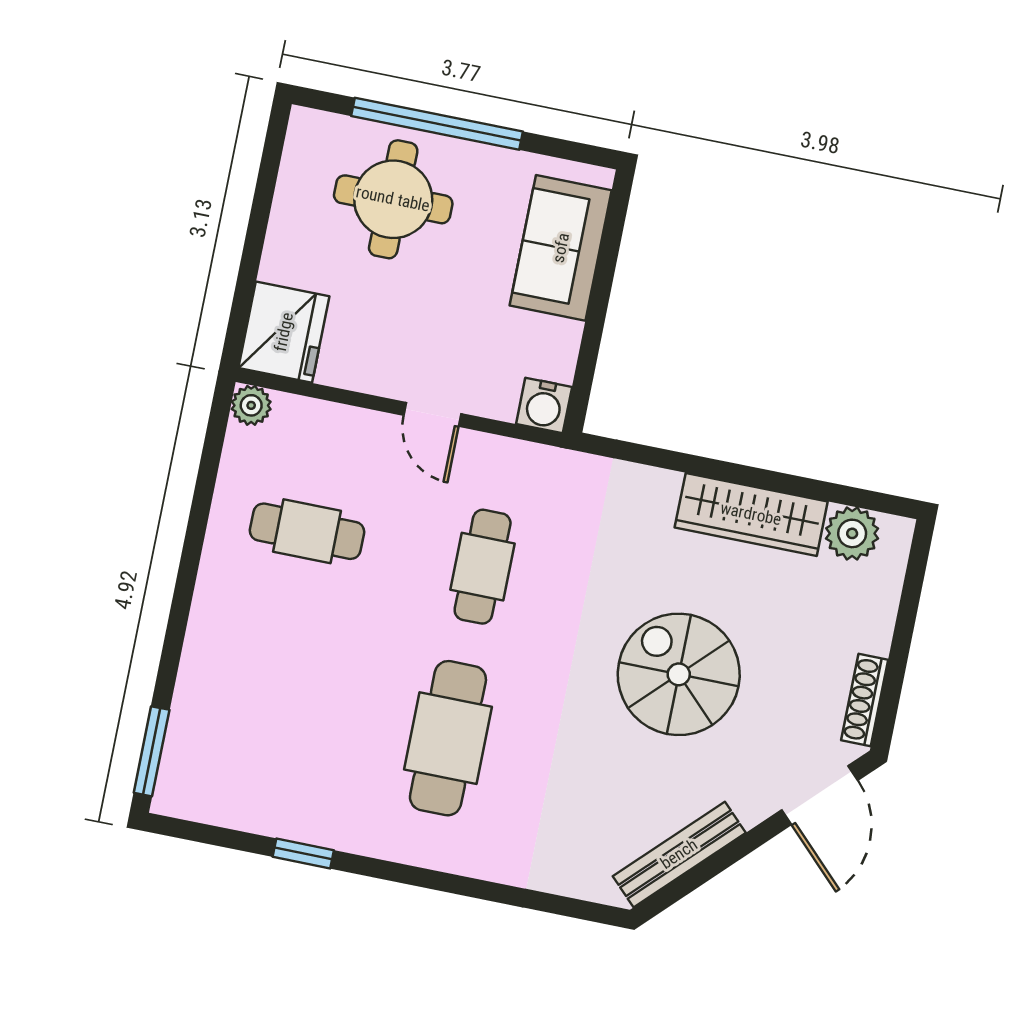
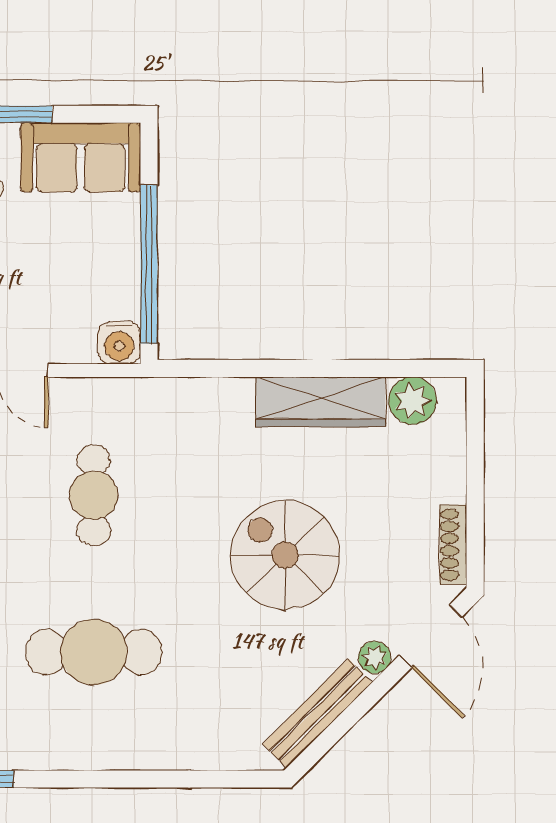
sofa: (561, 248) -> (81, 157), moved, turned -90
window: (594, 326) -> (149, 264), added
cafe table: (448, 738) -> (94, 652), turned 90
plant: (754, 806) -> (375, 657), added

